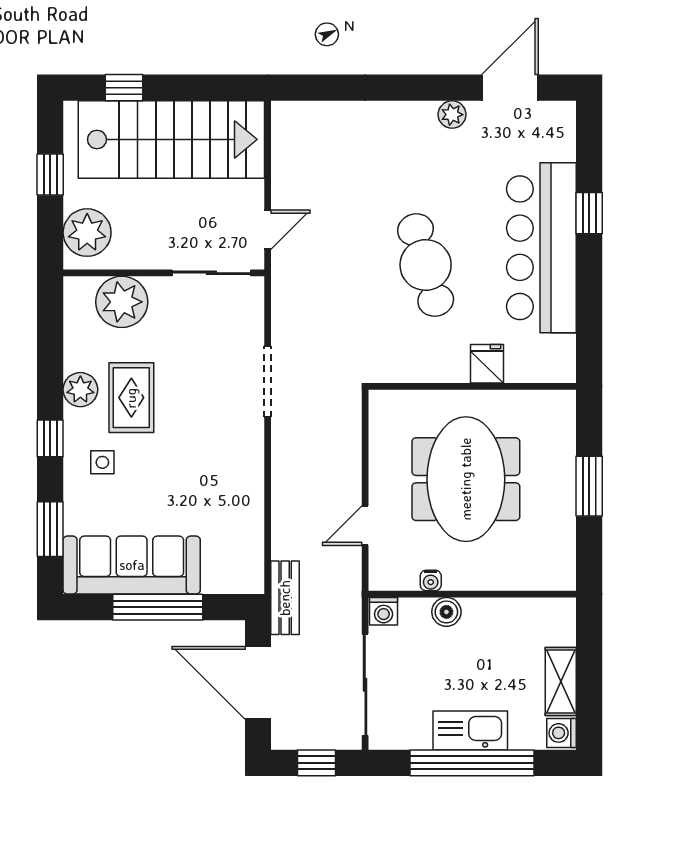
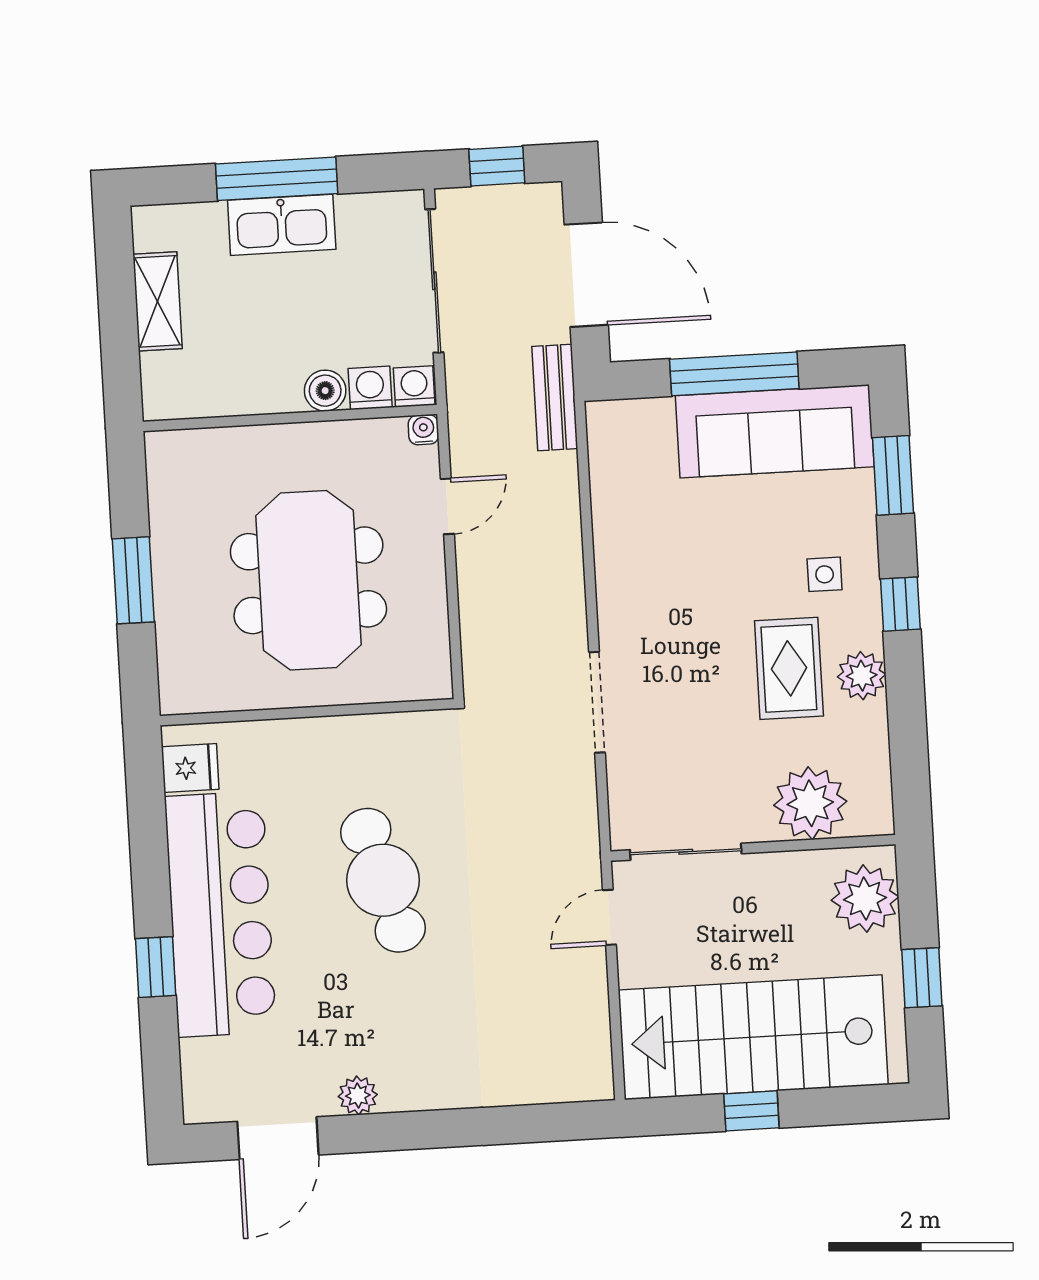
window: (124, 88) -> (751, 1111), moved
fridge: (487, 364) -> (190, 768), moved, turned -90
water cooler: (431, 580) -> (423, 430), moved
washing machine: (562, 733) -> (370, 388), moved, turned -90
window: (472, 763) -> (277, 179), width x0.68

